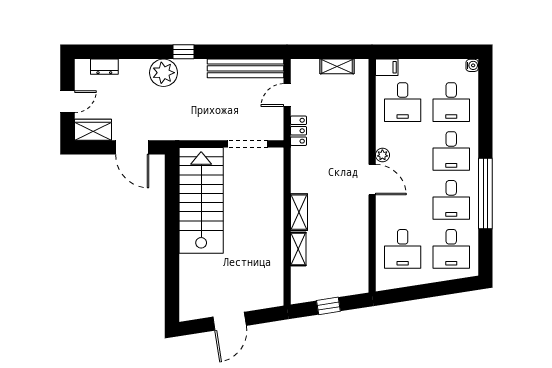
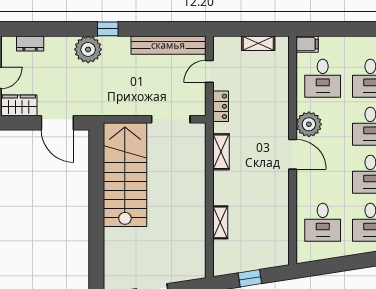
plant: (382, 155) -> (309, 124), width x1.87, depth x1.87
shelving: (299, 212) -> (221, 152), moved

